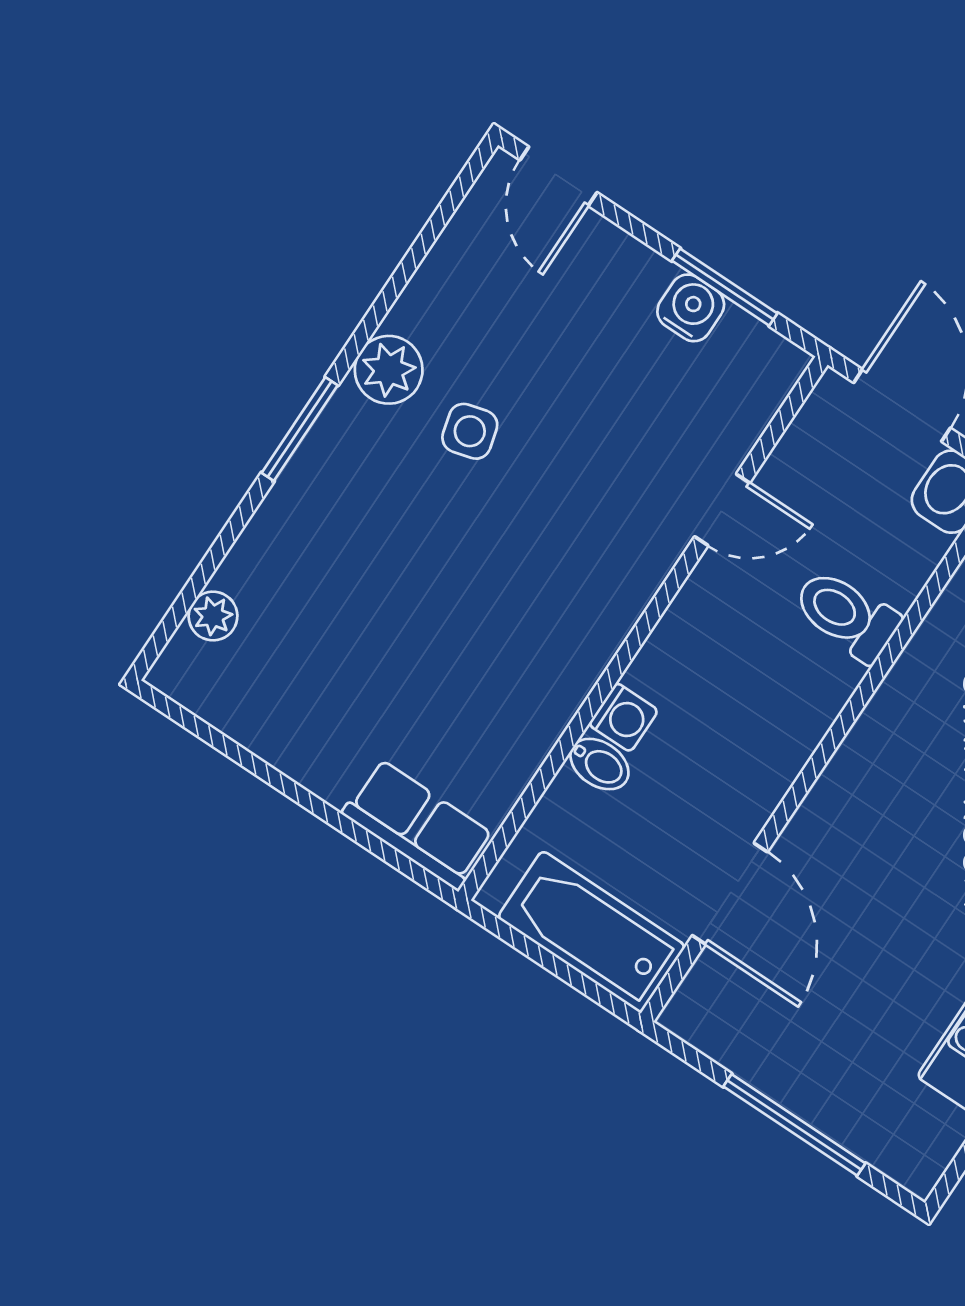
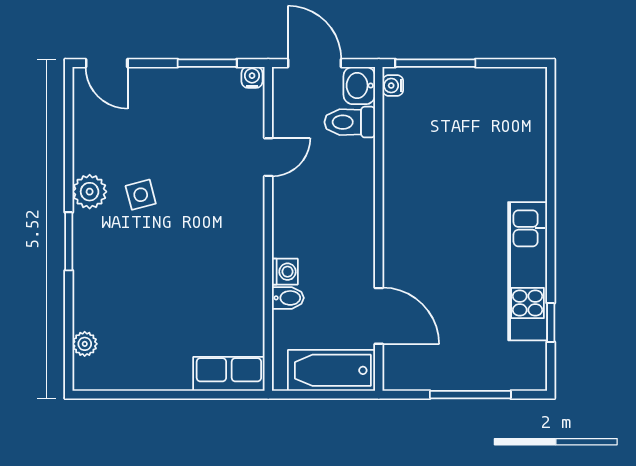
water cooler: (691, 308) -> (252, 77), moved, width x0.72, depth x0.72
toilet: (846, 615) -> (350, 122), moved

